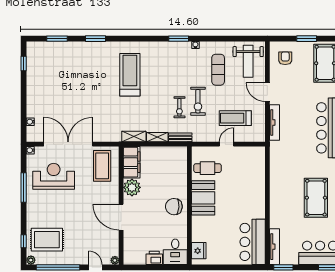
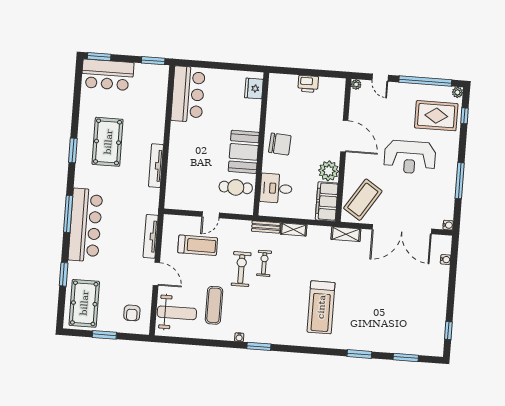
weight bench: (248, 61) -> (177, 313), turned 90
shelving: (134, 136) -> (346, 234), moved
coffee table: (102, 166) -> (363, 200), turned 33
reception desk: (54, 176) -> (410, 157), moved
tv unit: (275, 247) -> (156, 166), moved
desk: (175, 252) -> (276, 188), moved, turned -90

